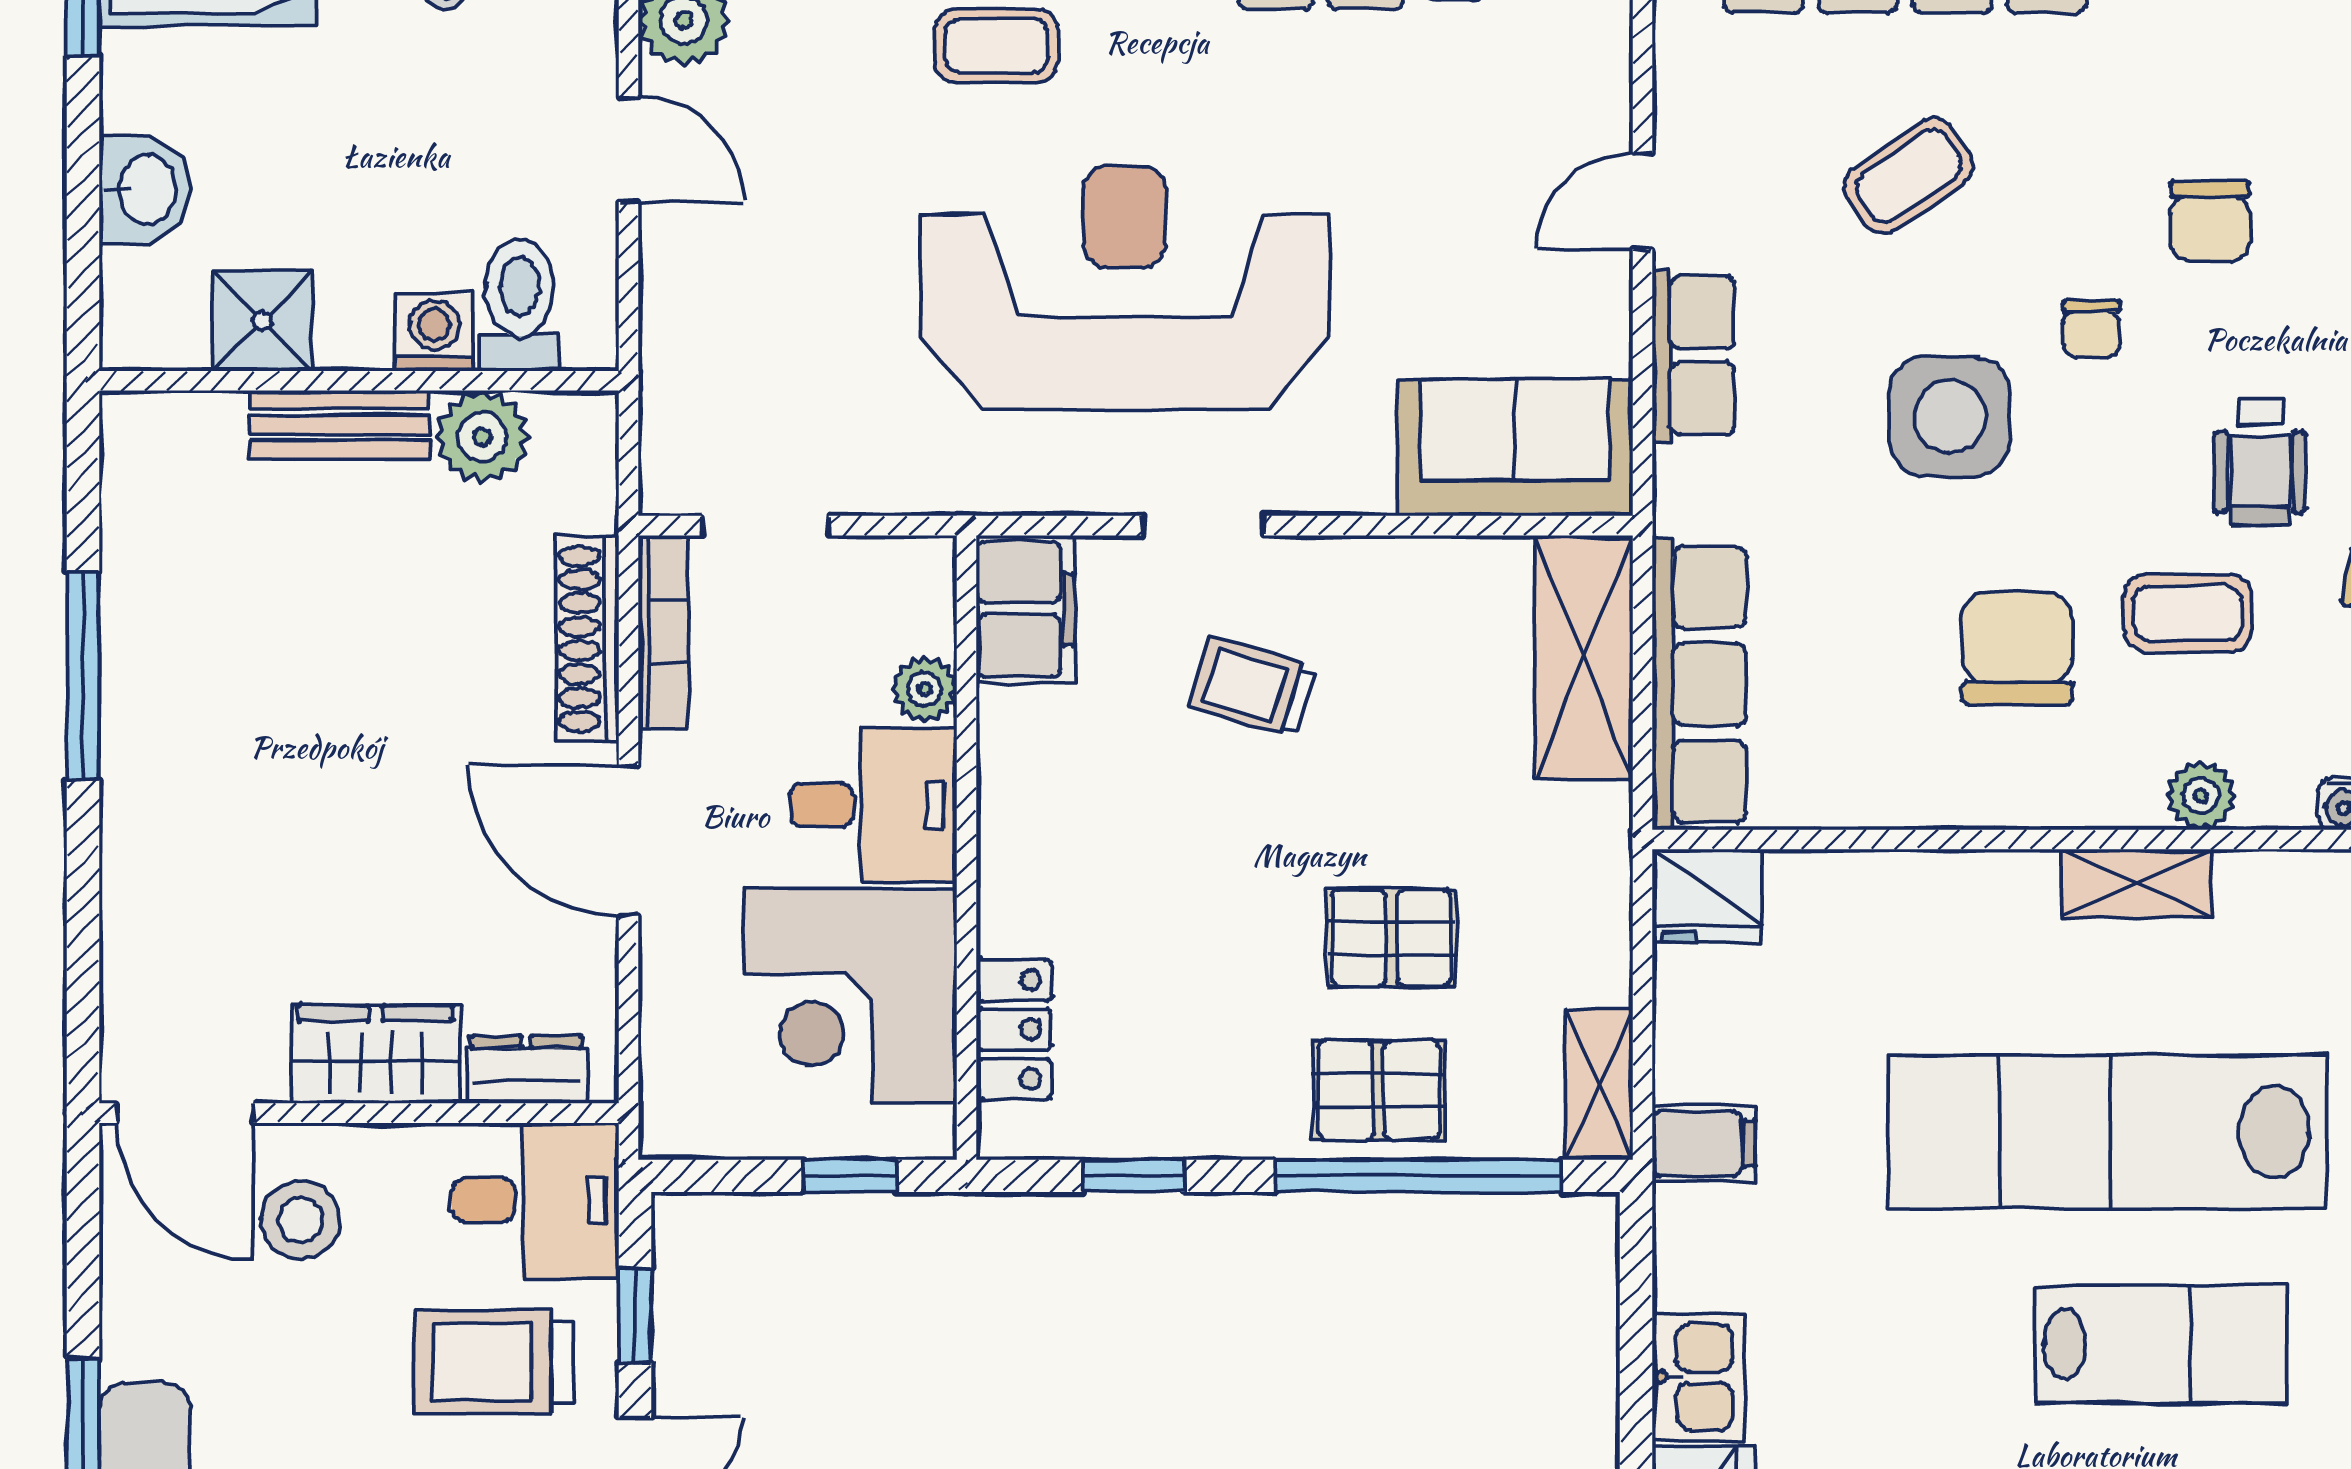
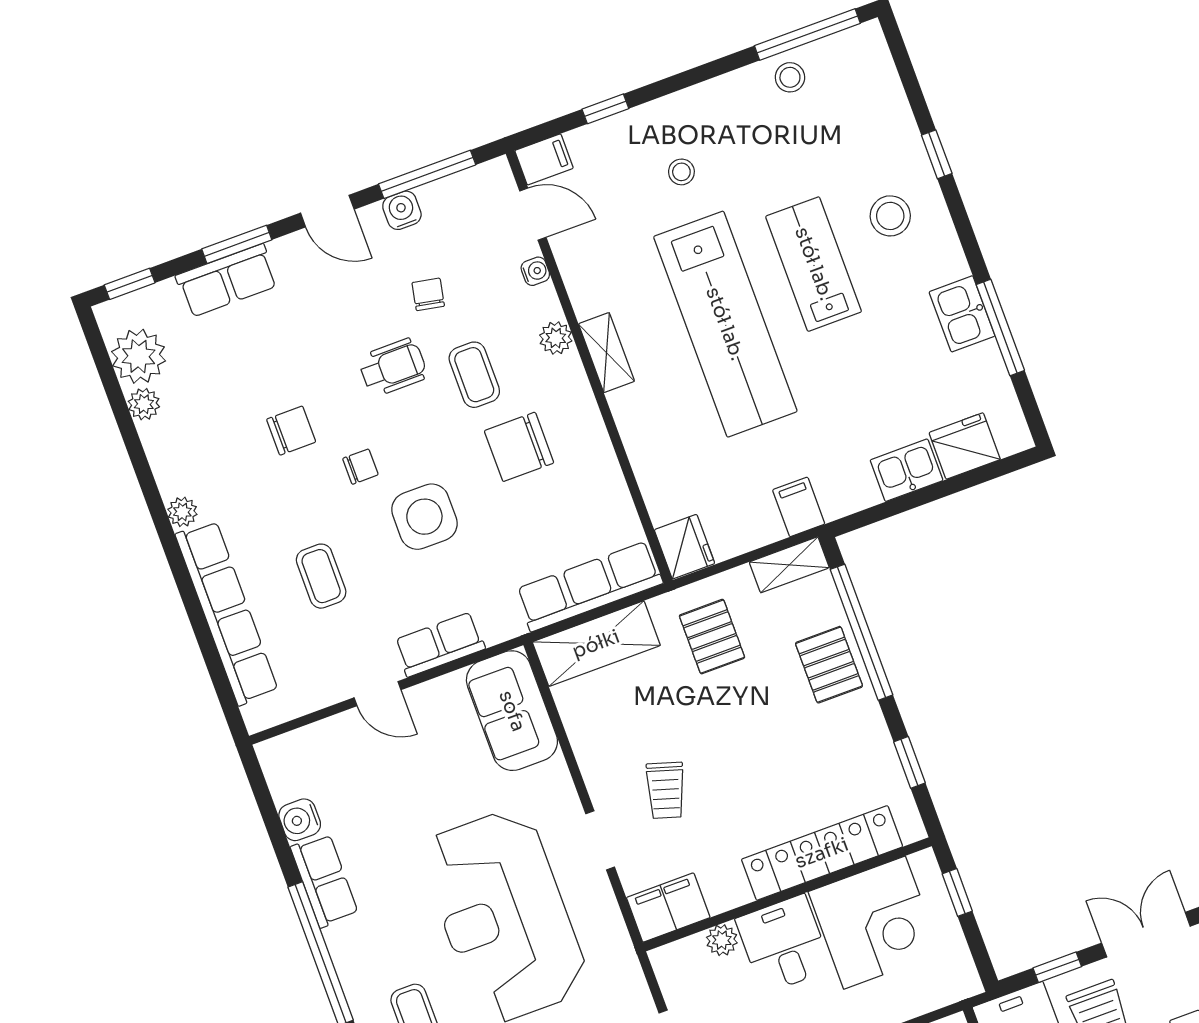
coffee table: (1909, 176) -> (321, 576), turned 35
pallet: (1391, 938) -> (712, 637), moved
locker: (1014, 1030) -> (822, 853), width x2.16, depth x1.21

